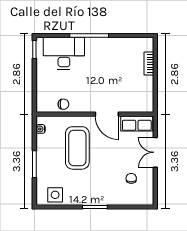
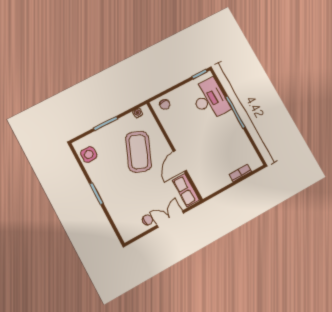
chair: (63, 104) -> (165, 104), moved
coffee table: (77, 148) -> (138, 152), turned -68
chair: (131, 178) -> (148, 220), moved

